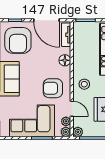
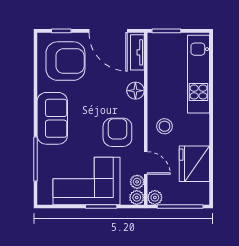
armchair: (18, 40) -> (65, 61), turned -90
armchair: (53, 88) -> (117, 132), turned 90

